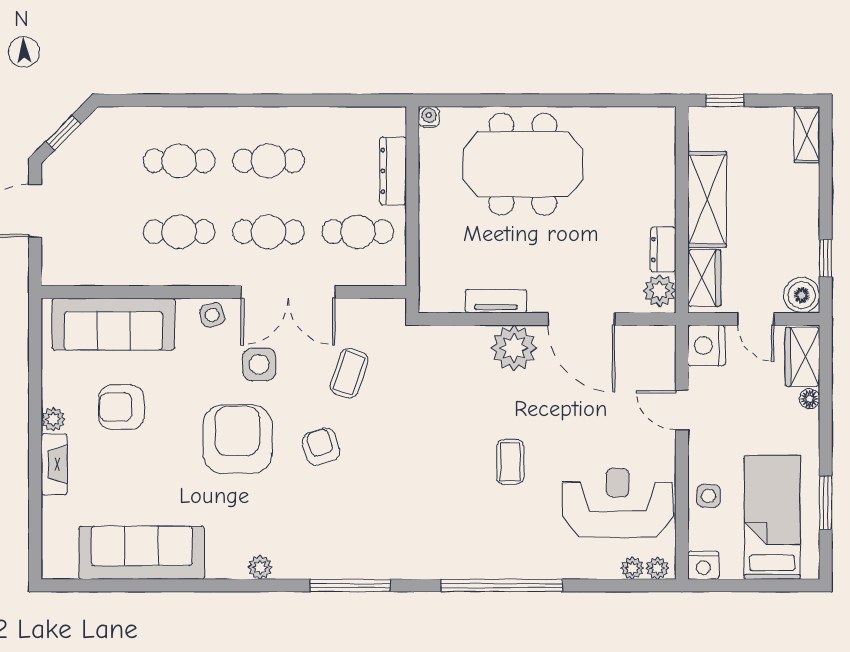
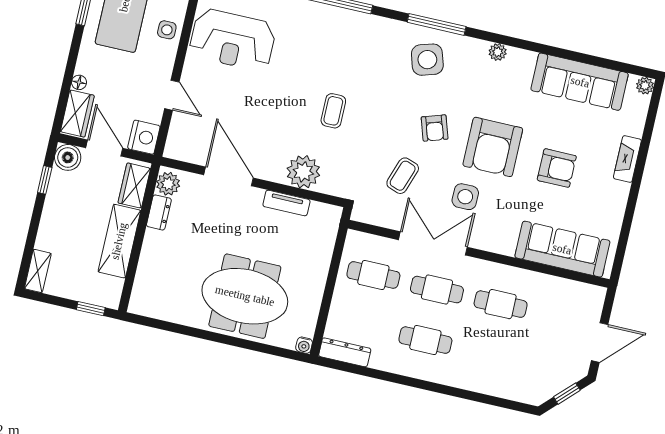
cafe table: (179, 161) -> (489, 355), removed
dresser: (393, 171) -> (345, 352), moved, turned -90
side table: (212, 315) -> (427, 60), moved, width x1.87, depth x1.87
door: (756, 319) -> (104, 148), width x1.37
plant: (514, 348) -> (303, 172), moved
armchair: (121, 407) -> (557, 168), moved
plant: (53, 419) -> (645, 86), moved
coffee table: (510, 462) -> (333, 111), moved

